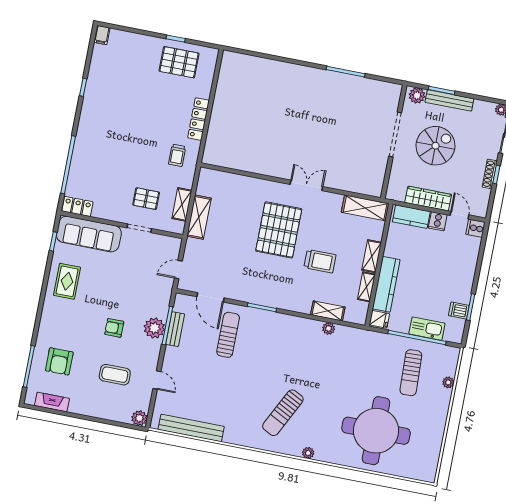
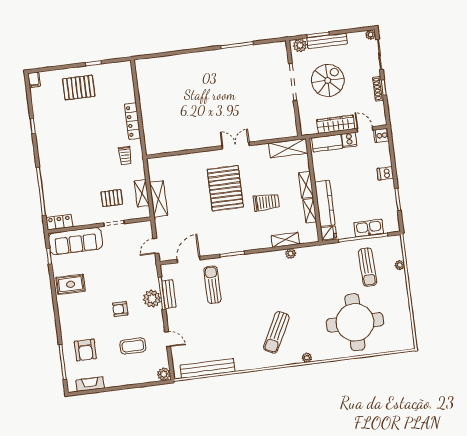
pallet: (179, 62) -> (79, 88), moved
rug: (67, 281) -> (71, 284), turned 90
door: (210, 297) -> (189, 260), swing flipped
dishwasher: (459, 311) -> (385, 173), moved

